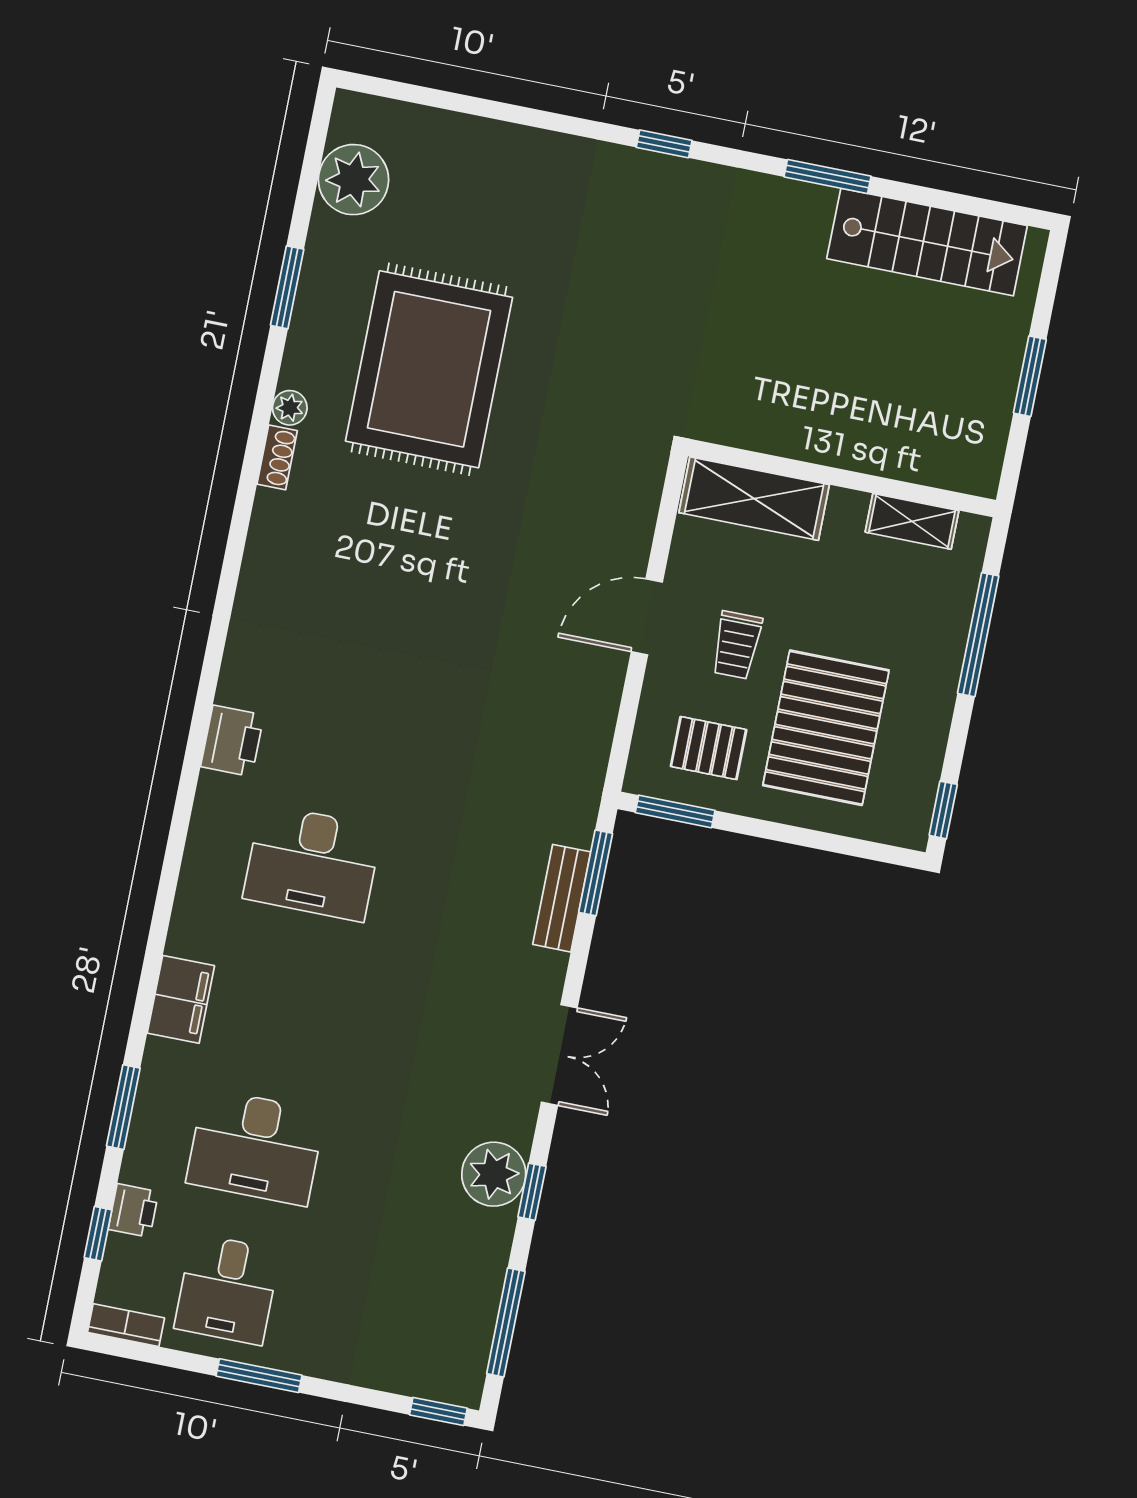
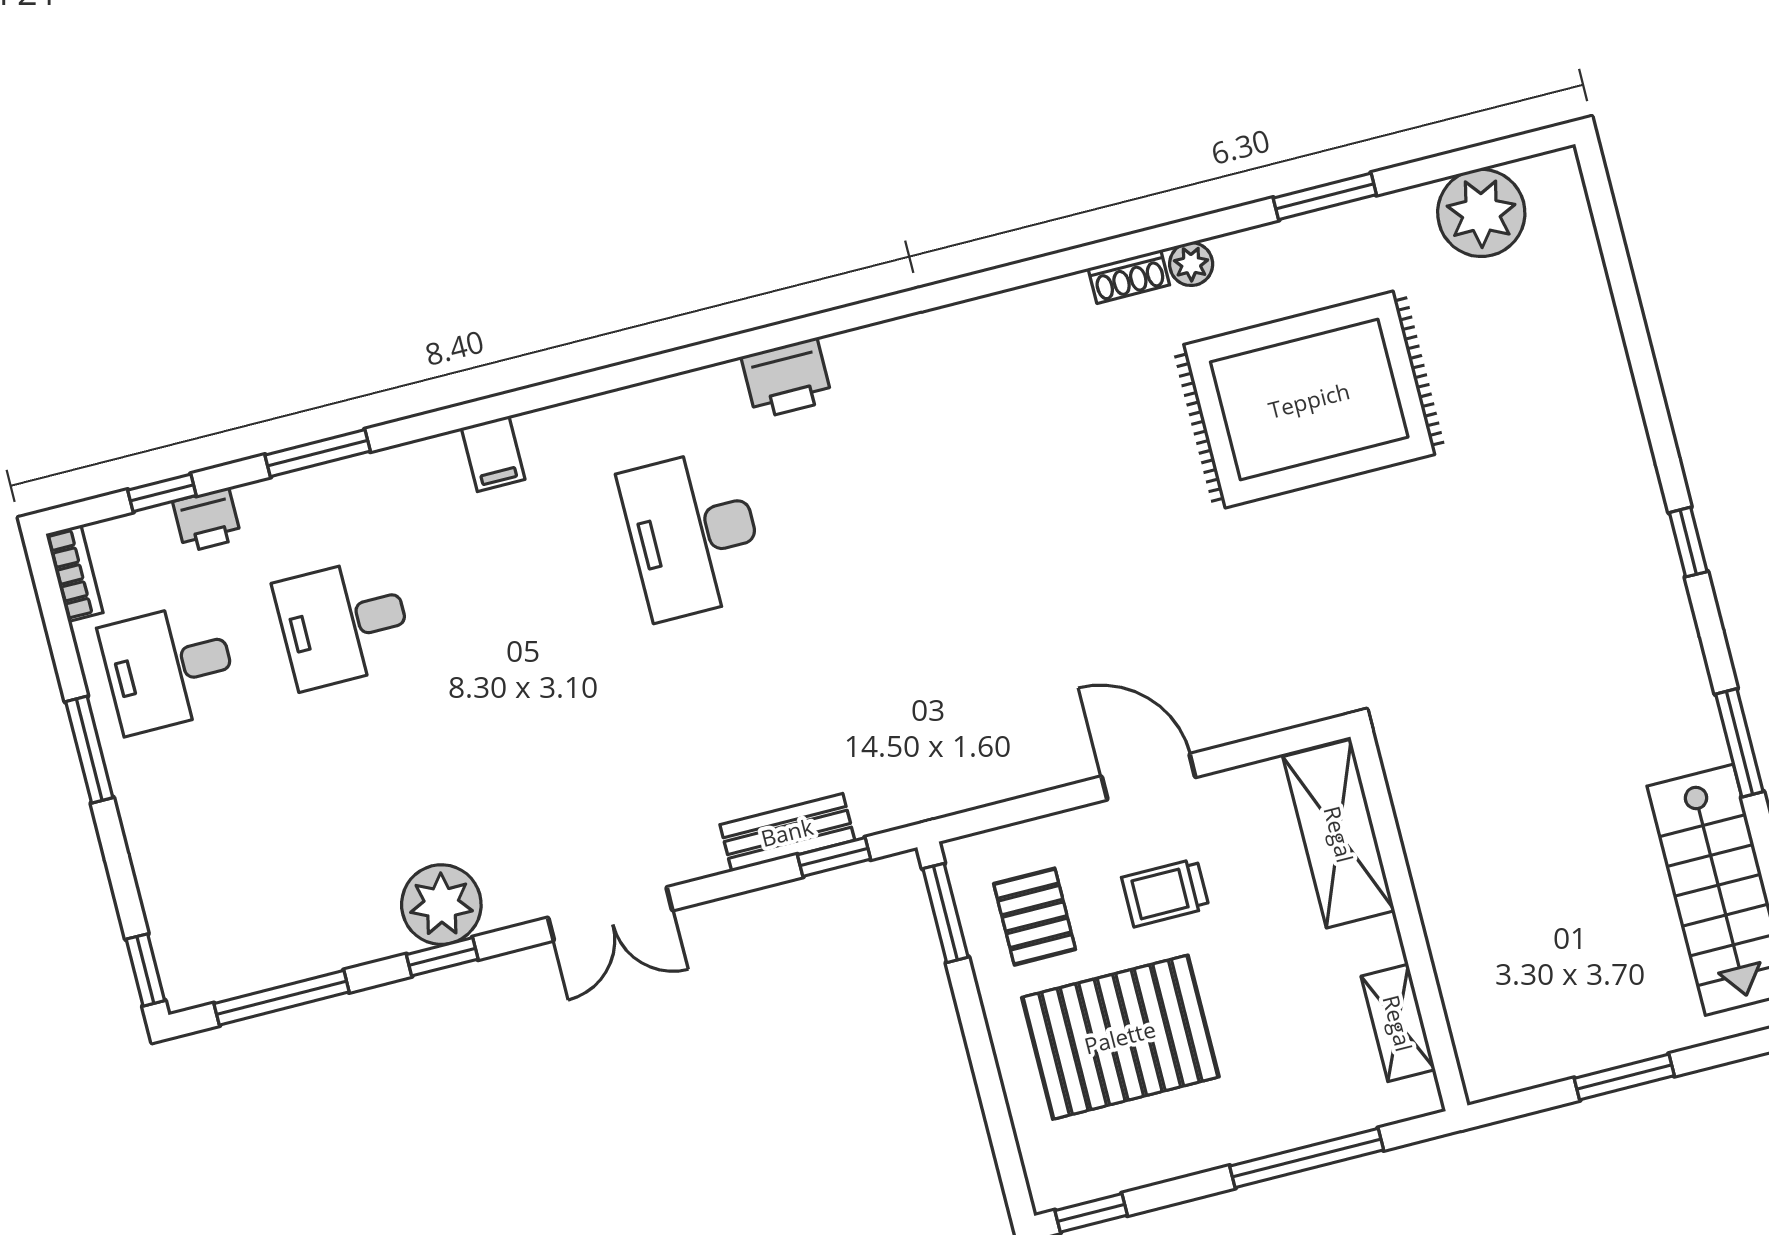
window: (596, 873) -> (834, 857), width x0.67
filing cabinet: (181, 999) -> (493, 454), width x0.50
desk: (256, 1147) -> (344, 623), width x0.73

